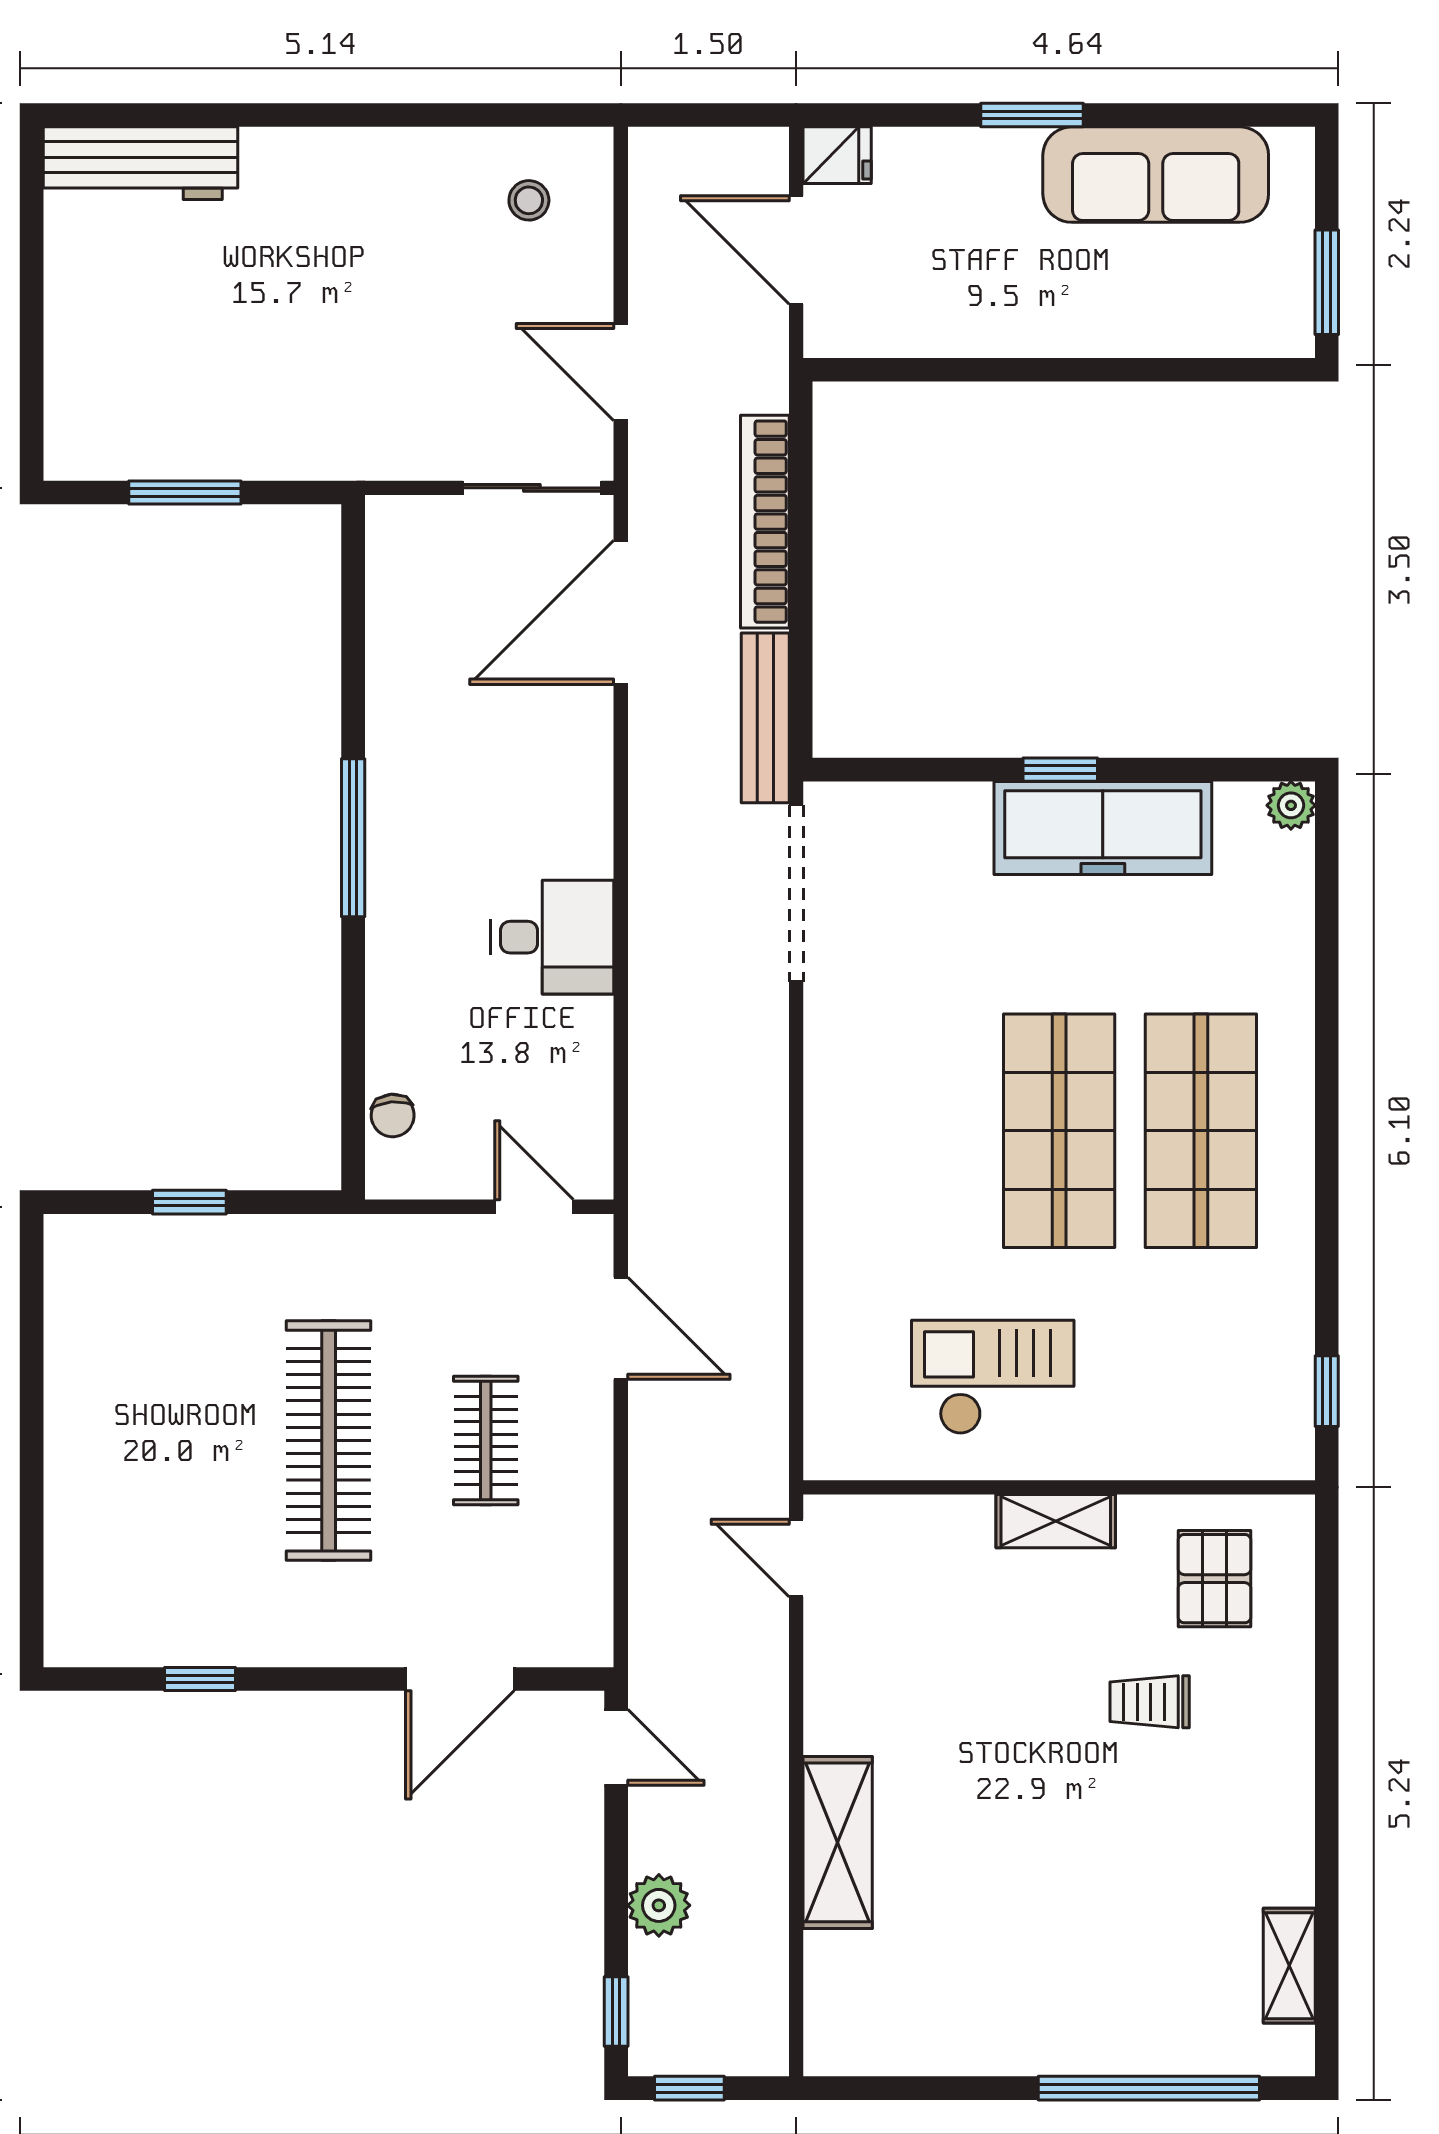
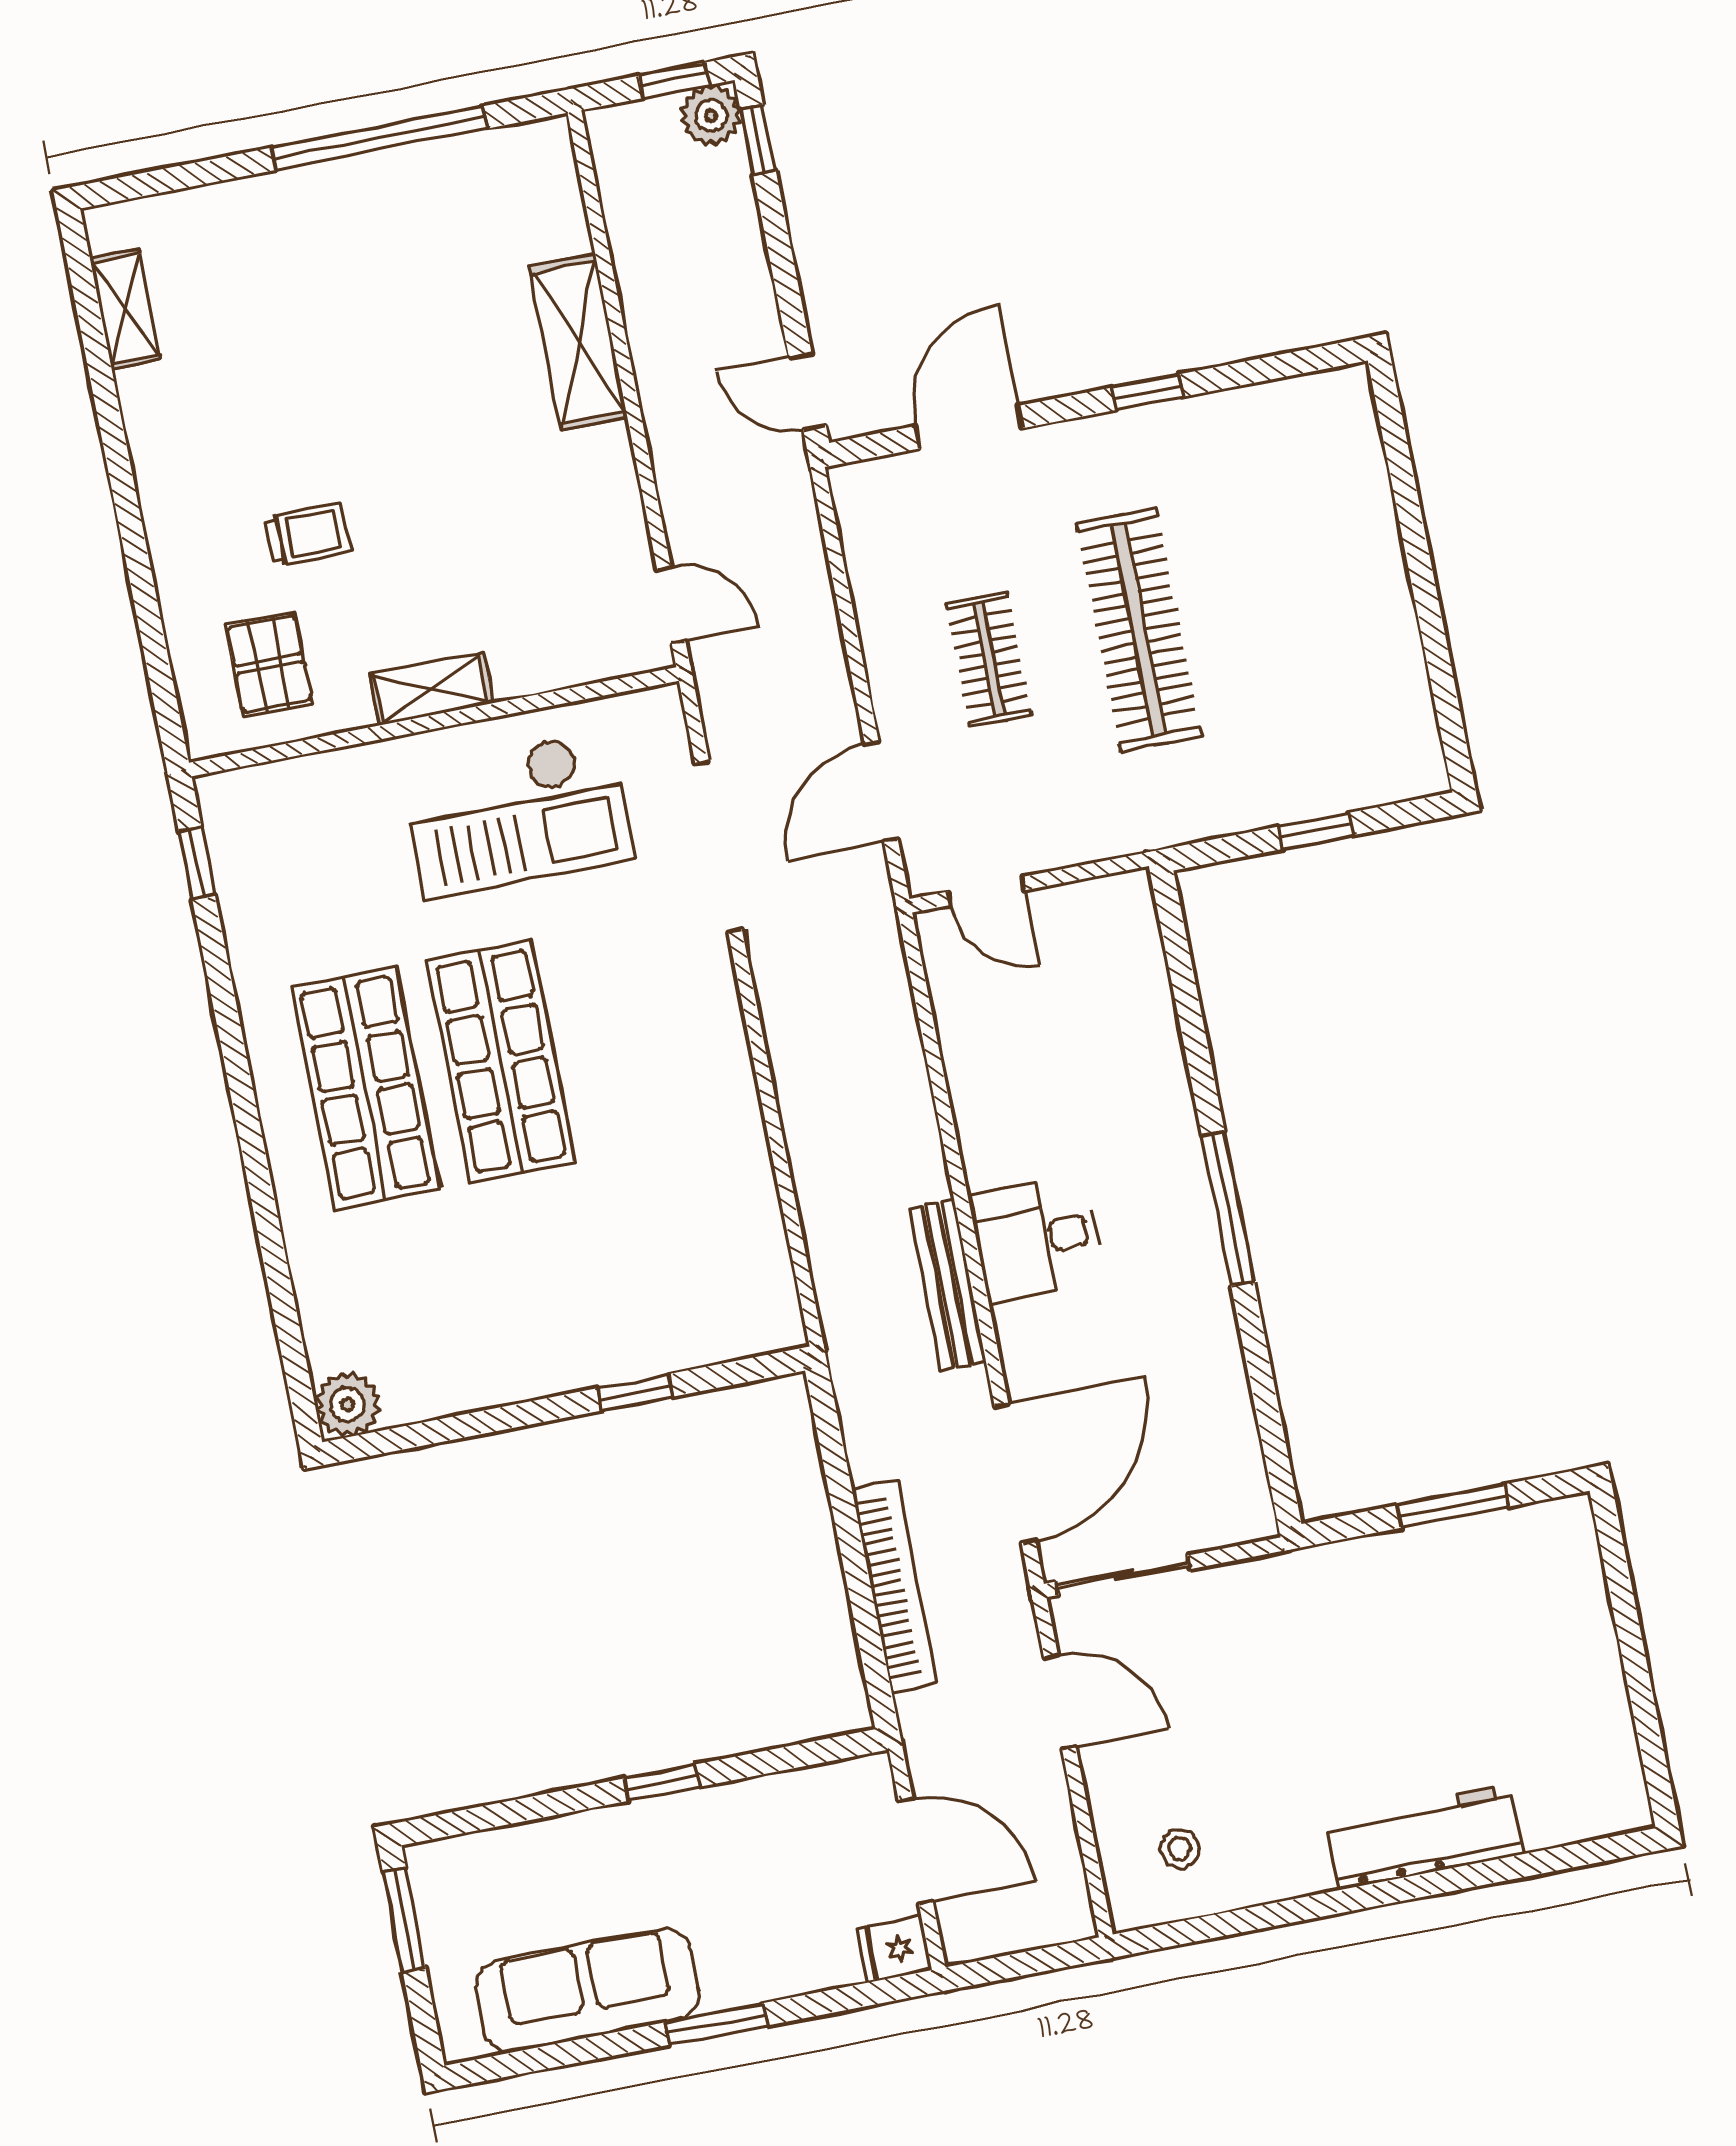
workbench: (141, 163) -> (1424, 1837), moved
window: (1039, 370) -> (662, 1783), added
bench: (765, 718) -> (948, 1285), moved
window: (1060, 770) -> (635, 1392), moved
plant: (1291, 805) -> (347, 1404), width x1.38, depth x1.38
freezer: (1103, 828) -> (515, 1358), removed
doorway: (796, 893) -> (719, 846), moved
desk: (552, 937) -> (1037, 1239), moved
chair: (393, 1115) -> (1138, 951), removed
door: (621, 1328) -> (881, 791), hinge flipped
checkout: (993, 1377) -> (518, 814), width x1.36, depth x1.21
window: (200, 1679) -> (1147, 392), moved
plant: (659, 1905) -> (711, 115), moved
window: (1149, 2088) -> (379, 138), moved

